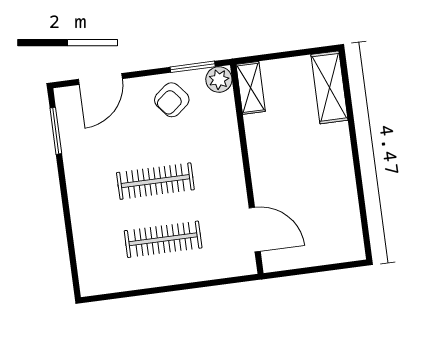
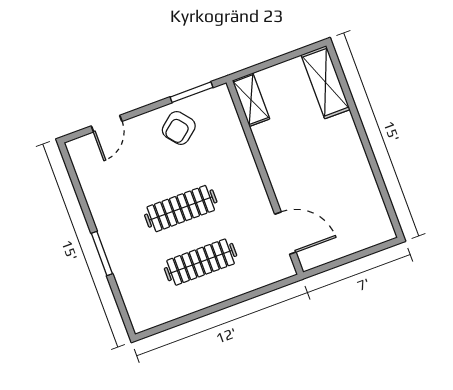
door: (100, 79) -> (107, 124), width x0.73
plant: (219, 79) -> (219, 99), removed
window: (56, 131) -> (102, 254), moved

